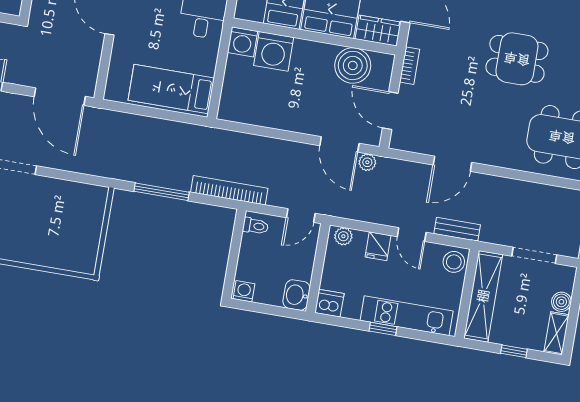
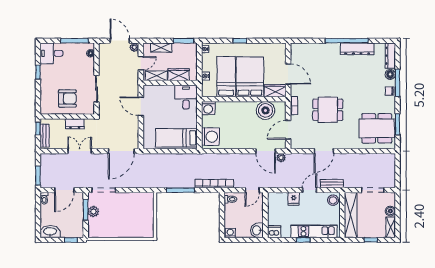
washing machine: (274, 51) -> (210, 137), moved, turned -90
dining table: (517, 59) -> (328, 110), moved
door: (60, 97) -> (121, 151), hinge flipped
door: (390, 111) -> (288, 130), hinge flipped
door: (412, 234) -> (310, 190), swing flipped
plant: (343, 236) -> (275, 197), removed

